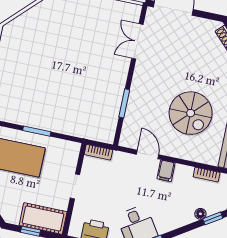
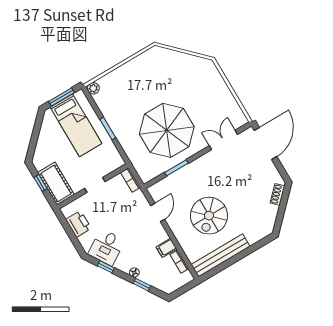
parasol: (85, 82) -> (167, 130), added
filing cabinet: (166, 171) -> (166, 248), moved
floor lamp: (200, 214) -> (134, 272), moved
window: (213, 218) -> (142, 285), moved

